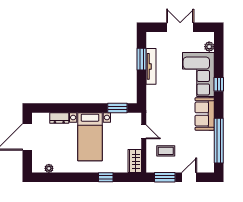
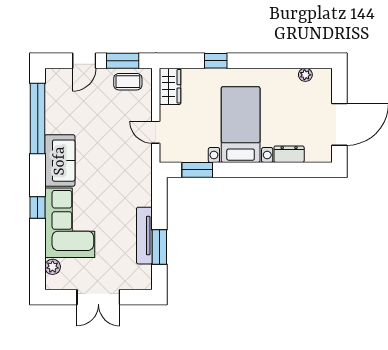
coffee table: (166, 151) -> (128, 82), moved

